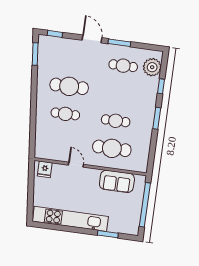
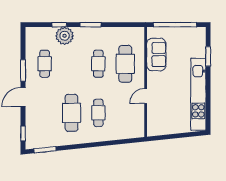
plant: (152, 67) -> (65, 36), moved
fridge: (45, 169) -> (154, 125), removed

